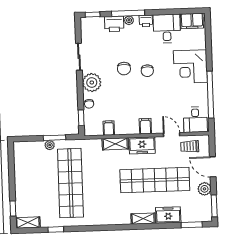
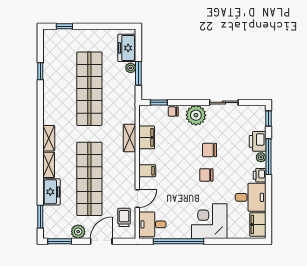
filing cabinet: (109, 128) -> (147, 137), width x2.00
freezer: (142, 145) -> (127, 48), moved
shop shelf: (70, 183) -> (89, 89), turned 90
shelving: (28, 223) -> (49, 138), moved

